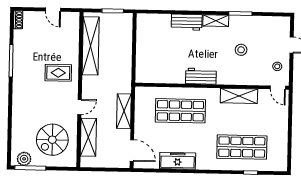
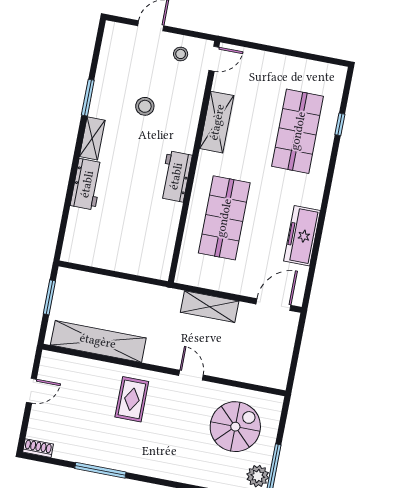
shelving: (88, 137) -> (241, 369), removed
spiral stairs: (52, 140) -> (235, 427), turned -90

